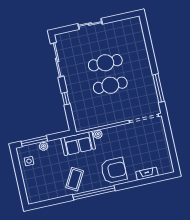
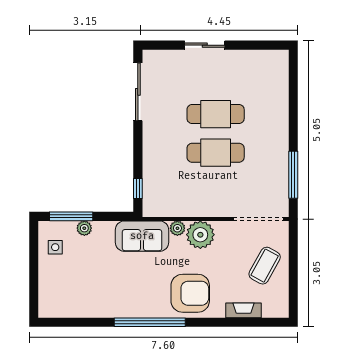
window: (66, 99) -> (138, 189), moved
plant: (112, 135) -> (200, 235), added
coffee table: (75, 179) -> (265, 266), moved

